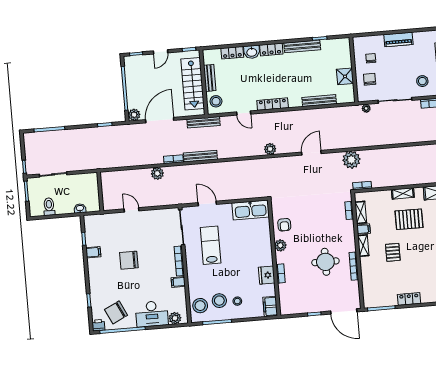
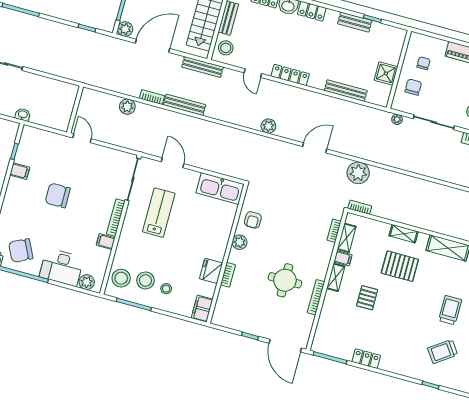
bench: (302, 46) -> (355, 22), width x0.73
wall: (100, 192) -> (75, 110), moved

